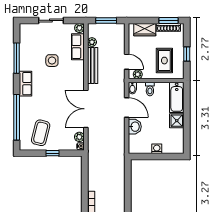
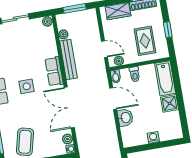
row of seats: (78, 47) -> (54, 71), moved
side table: (52, 61) -> (27, 86), moved

